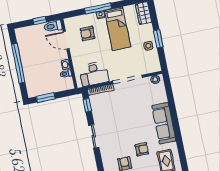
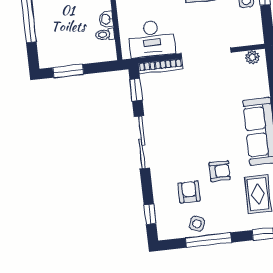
sliding door: (94, 136) -> (142, 142), width x1.37

